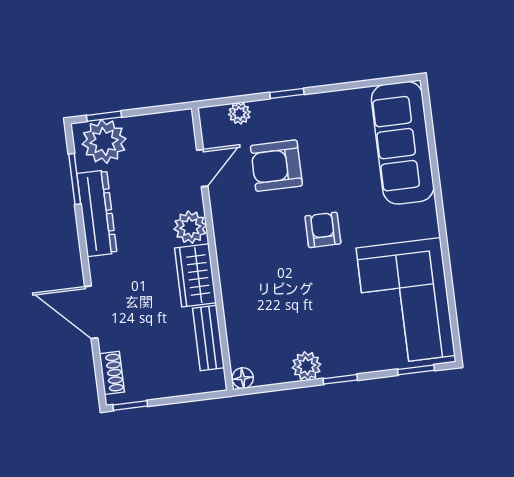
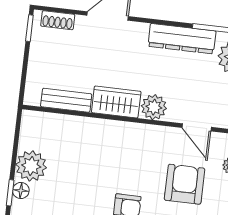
plant: (306, 366) -> (31, 166), width x1.36, depth x1.36
floor lamp: (243, 378) -> (21, 190), moved

